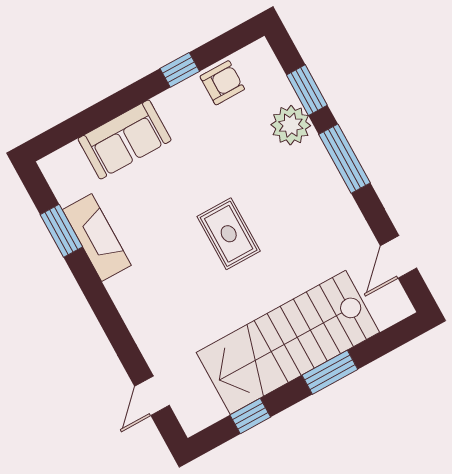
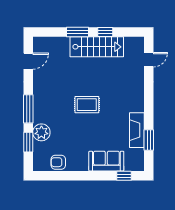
window: (180, 70) -> (124, 176), moved
rug: (229, 234) -> (87, 105), turned 90
stairs: (288, 342) -> (97, 47), width x0.73, depth x0.66
window: (250, 416) -> (105, 32), moved

